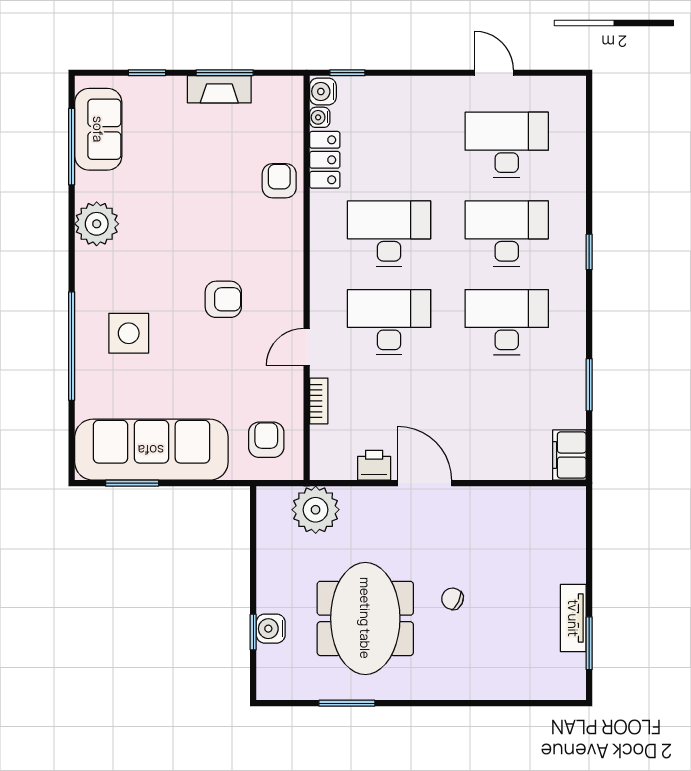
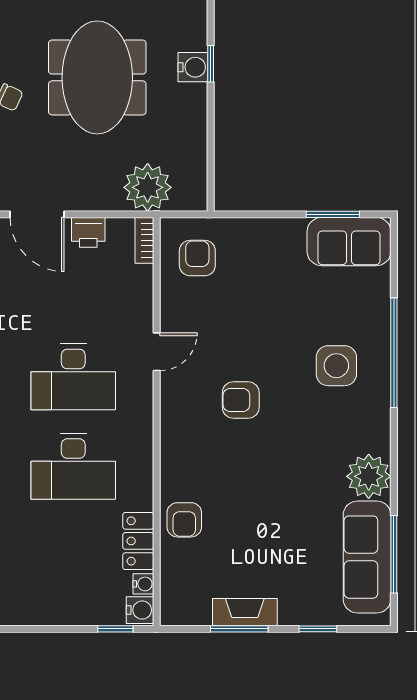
sofa: (98, 129) -> (367, 557), width x1.36
bookcase: (319, 401) -> (144, 240), moved
armchair: (266, 440) -> (197, 258), turned 180
sofa: (151, 450) -> (349, 242), width x0.54, depth x0.79

